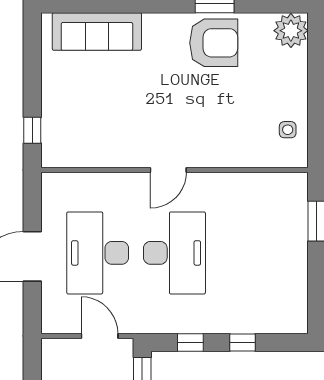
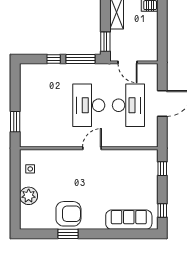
plant: (291, 31) -> (29, 196), moved
armchair: (214, 43) -> (68, 214), turned 180
window: (32, 49) -> (162, 210), added
window: (190, 342) -> (80, 59), width x2.17

